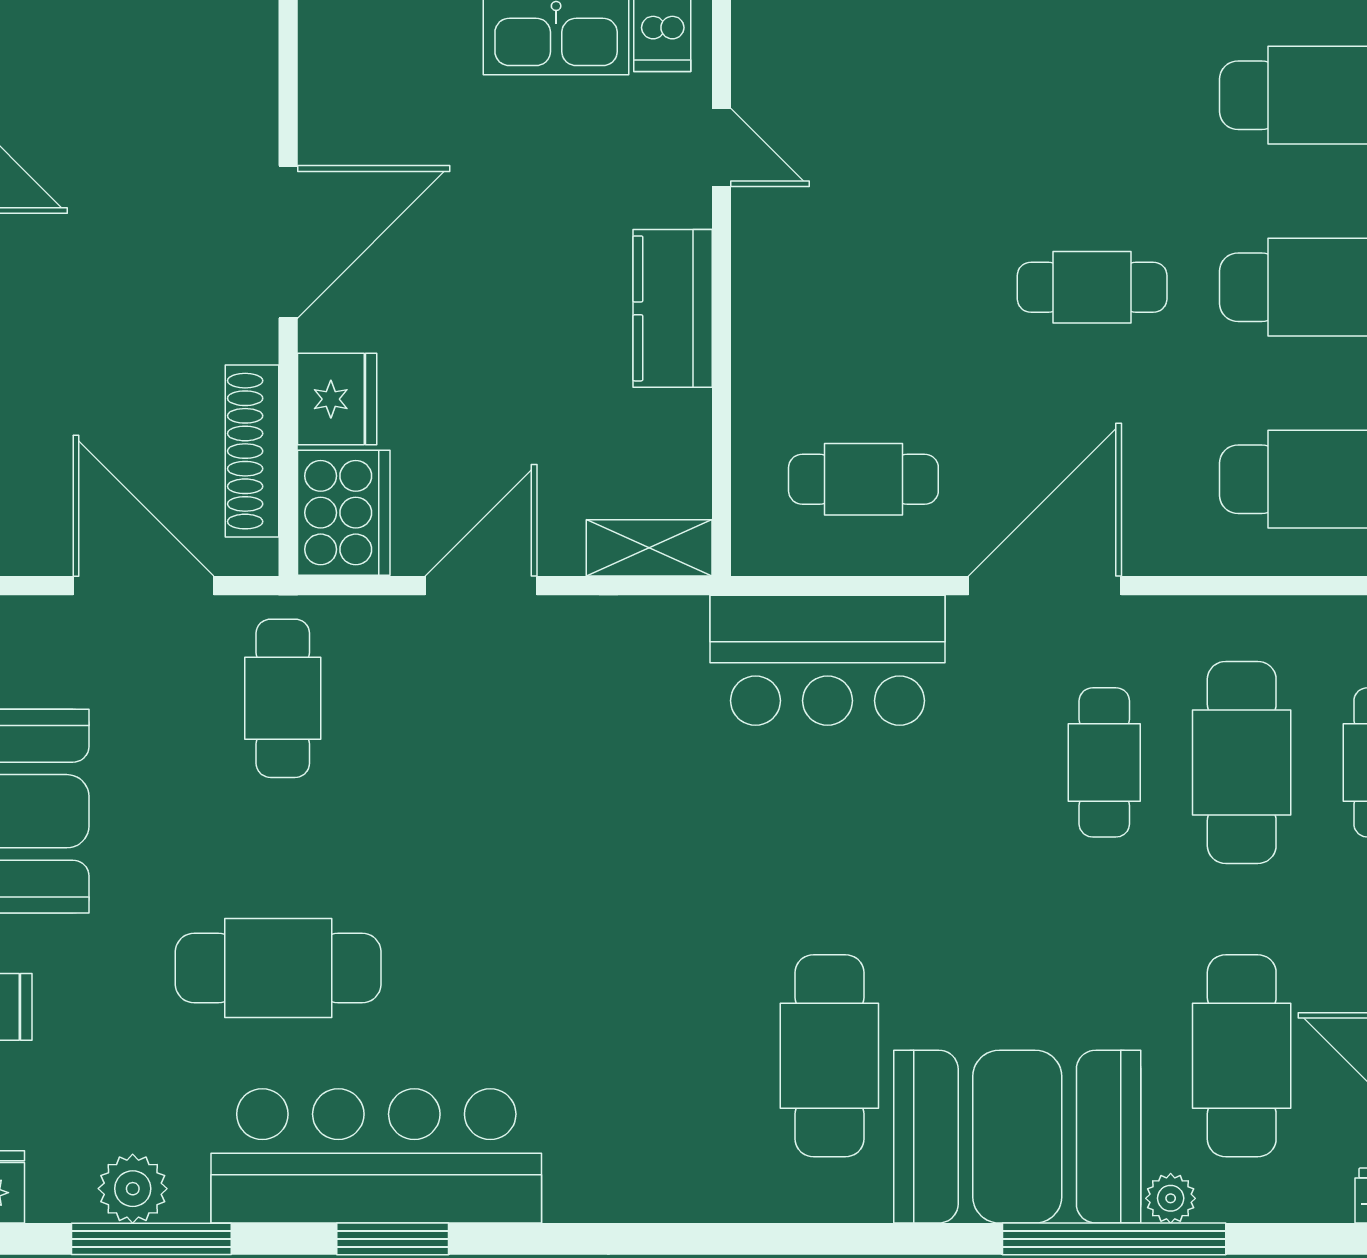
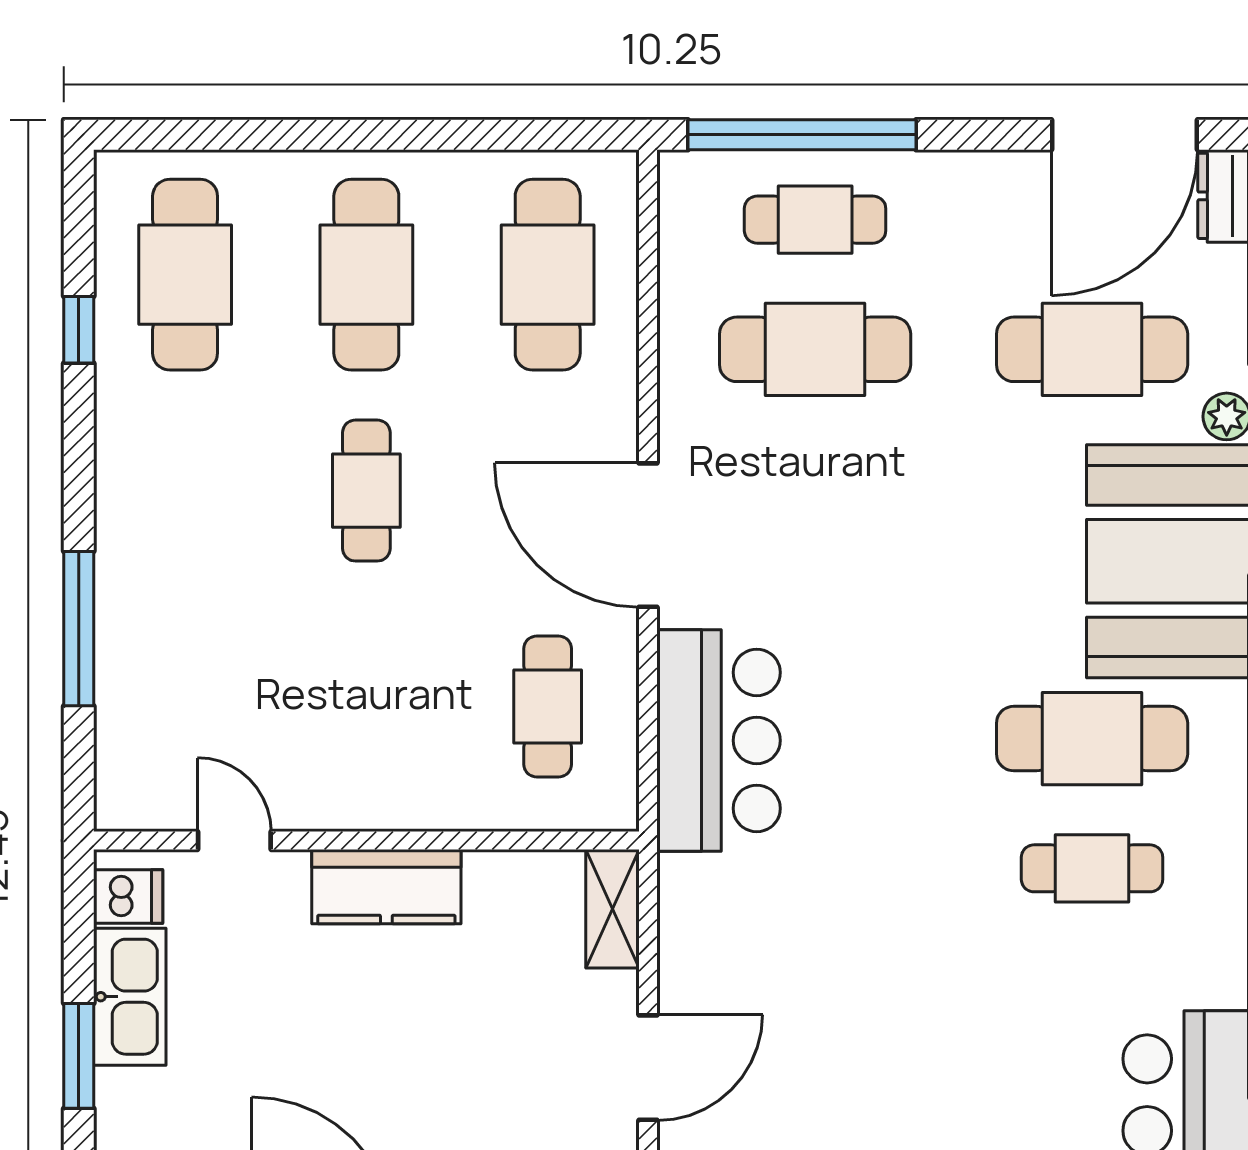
door: (722, 147) -> (234, 841), hinge flipped
door: (481, 586) -> (648, 1068), swing flipped
cafe table: (1104, 762) -> (1092, 868), moved

